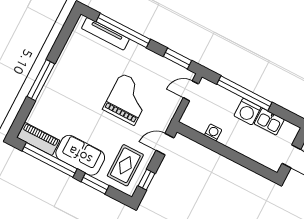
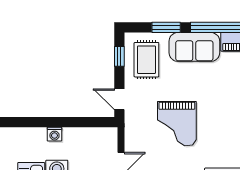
washing machine: (213, 132) -> (54, 134), moved
door: (165, 144) -> (119, 99), swing flipped

